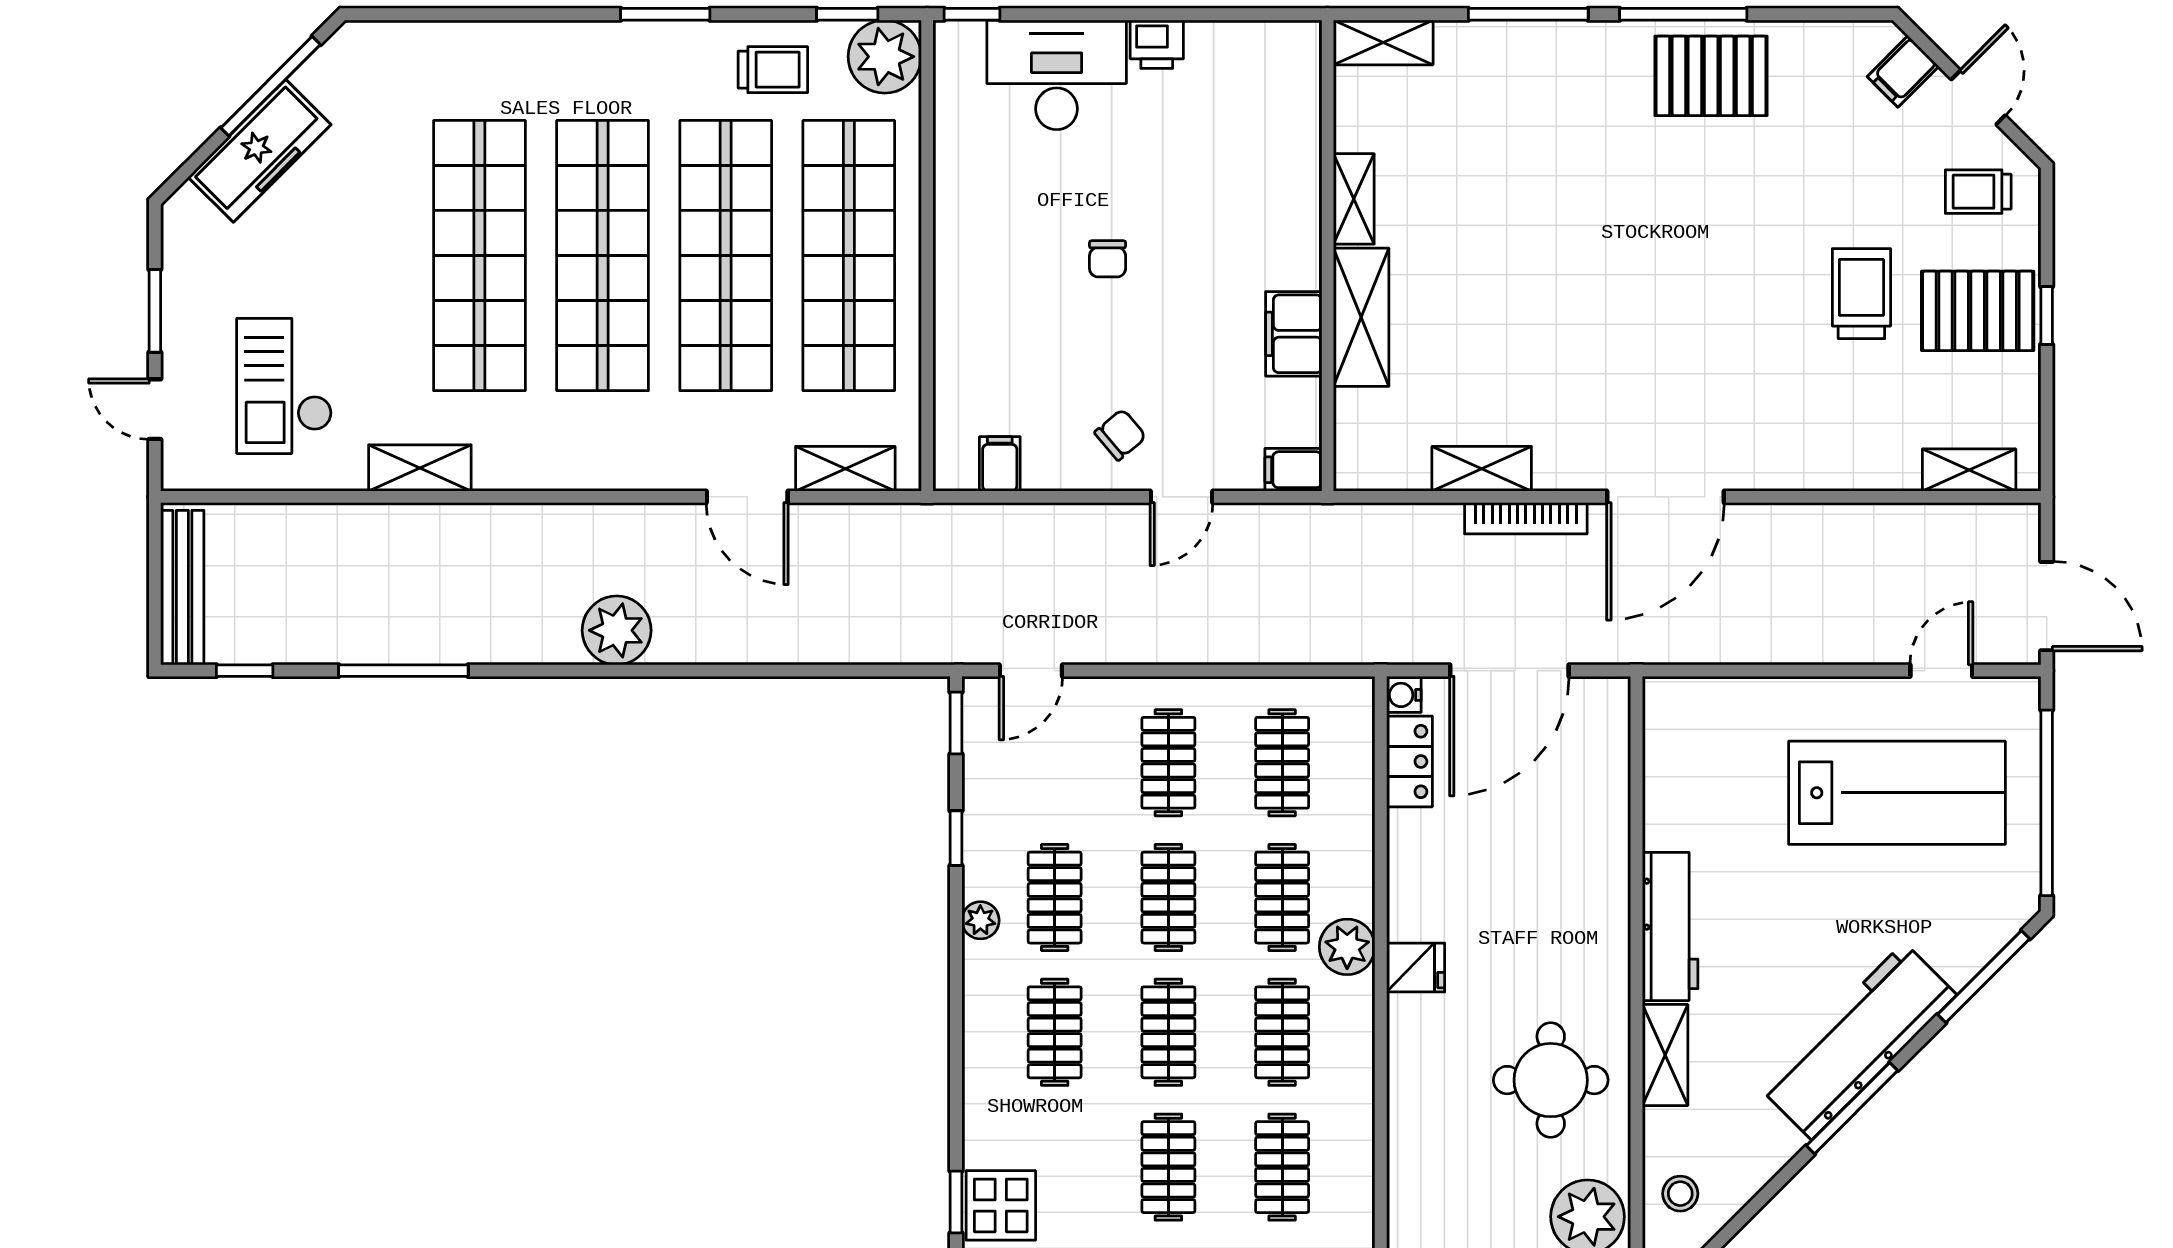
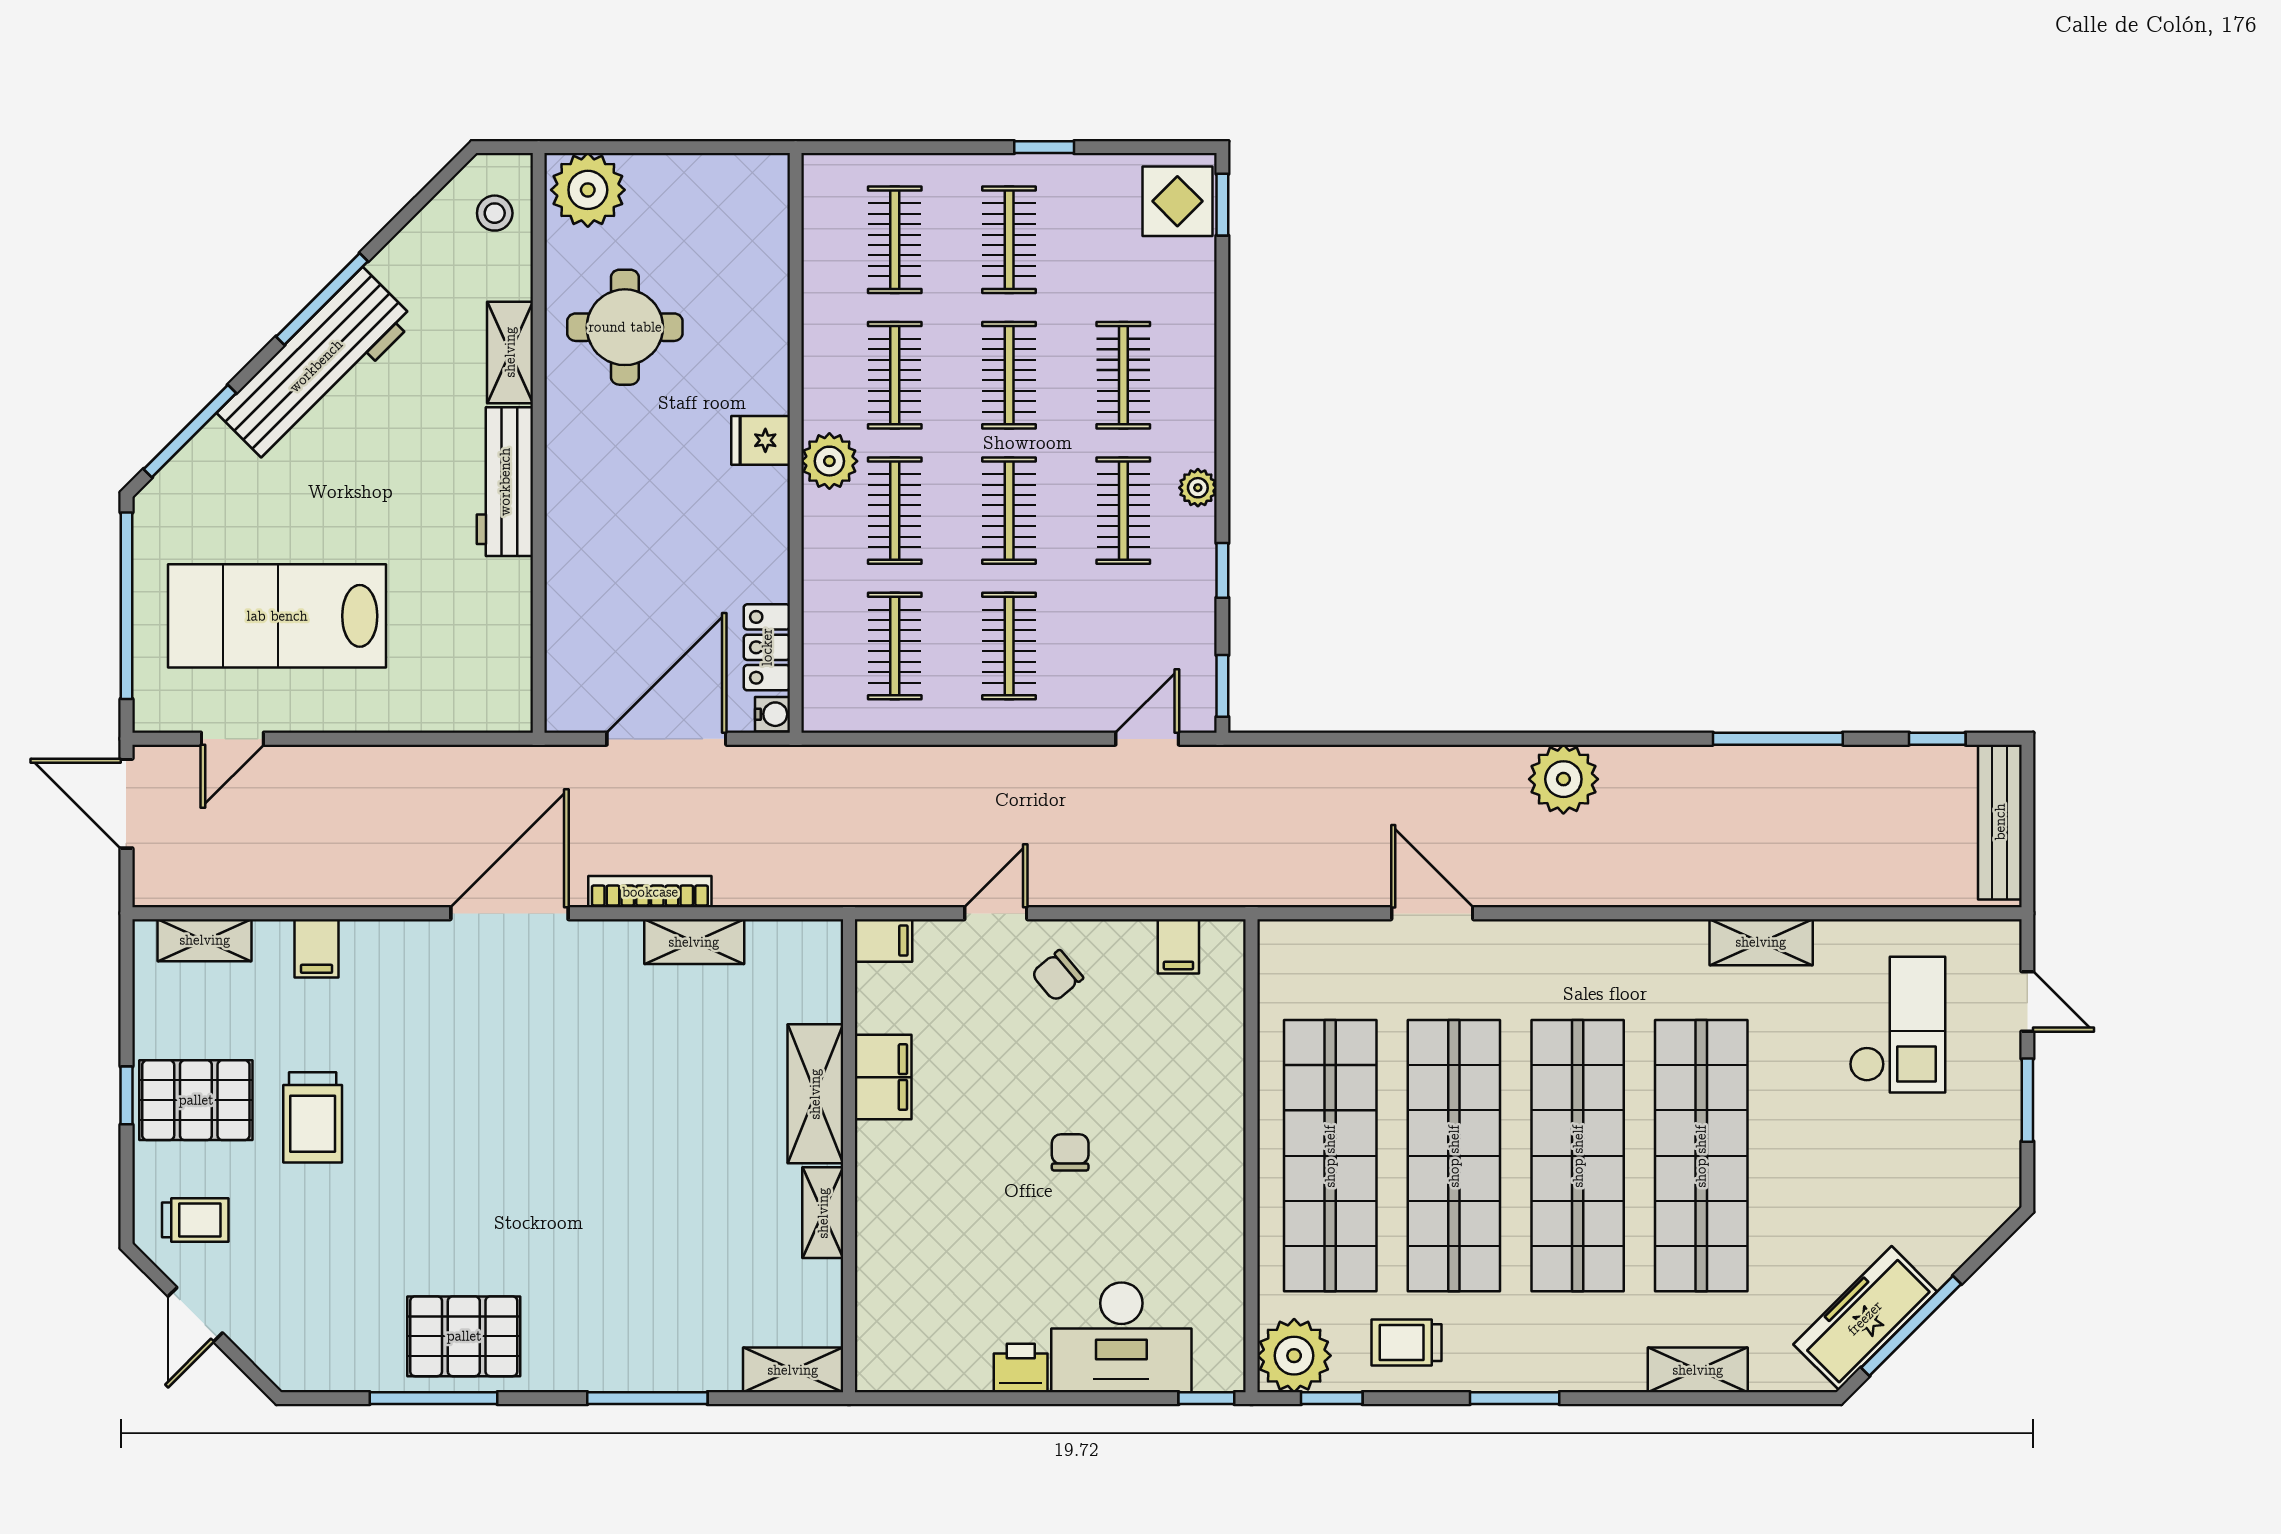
window: (1683, 14) -> (433, 1398), moved
filing cabinet: (1903, 71) -> (317, 948), moved, turned 135
freezer: (260, 151) -> (1865, 1318), moved
shelving: (845, 469) -> (1698, 1370), moved

